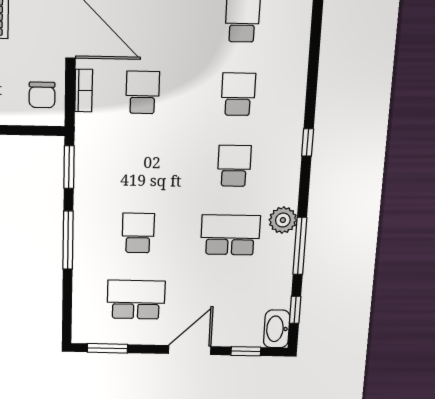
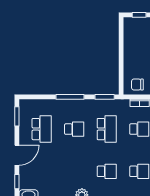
school desk: (230, 235) -> (107, 129), moved
door: (190, 350) -> (17, 155), hinge flipped

